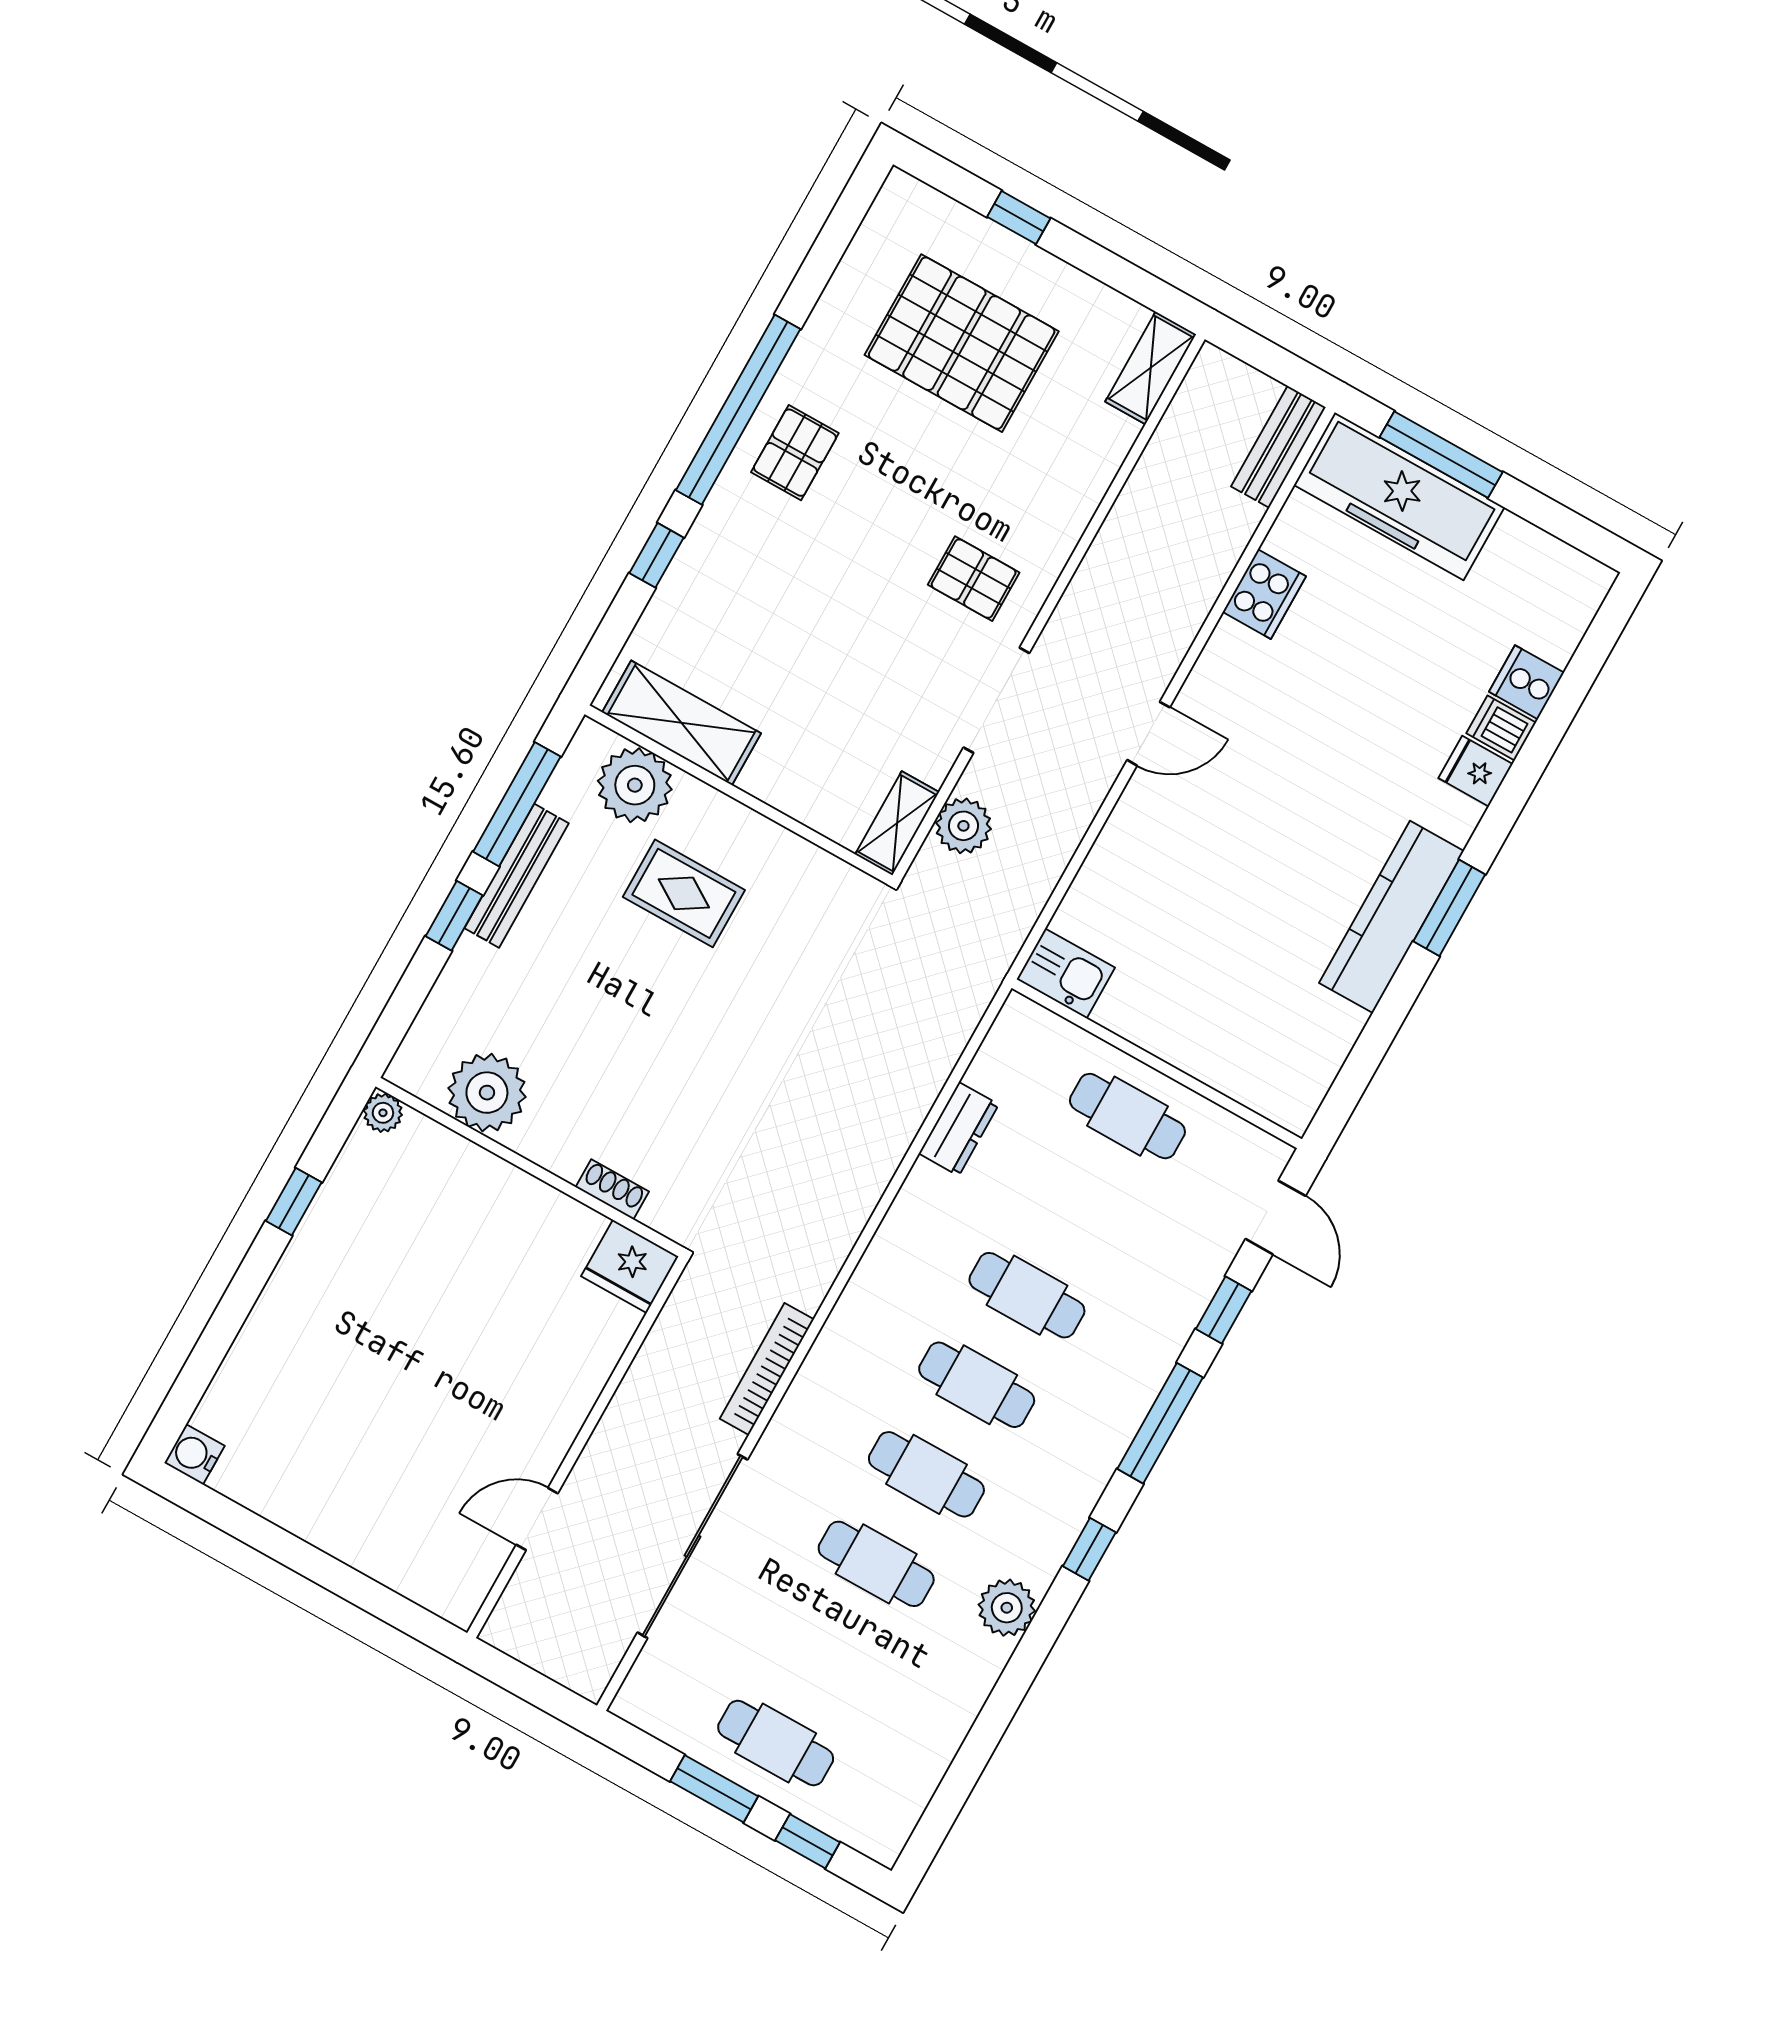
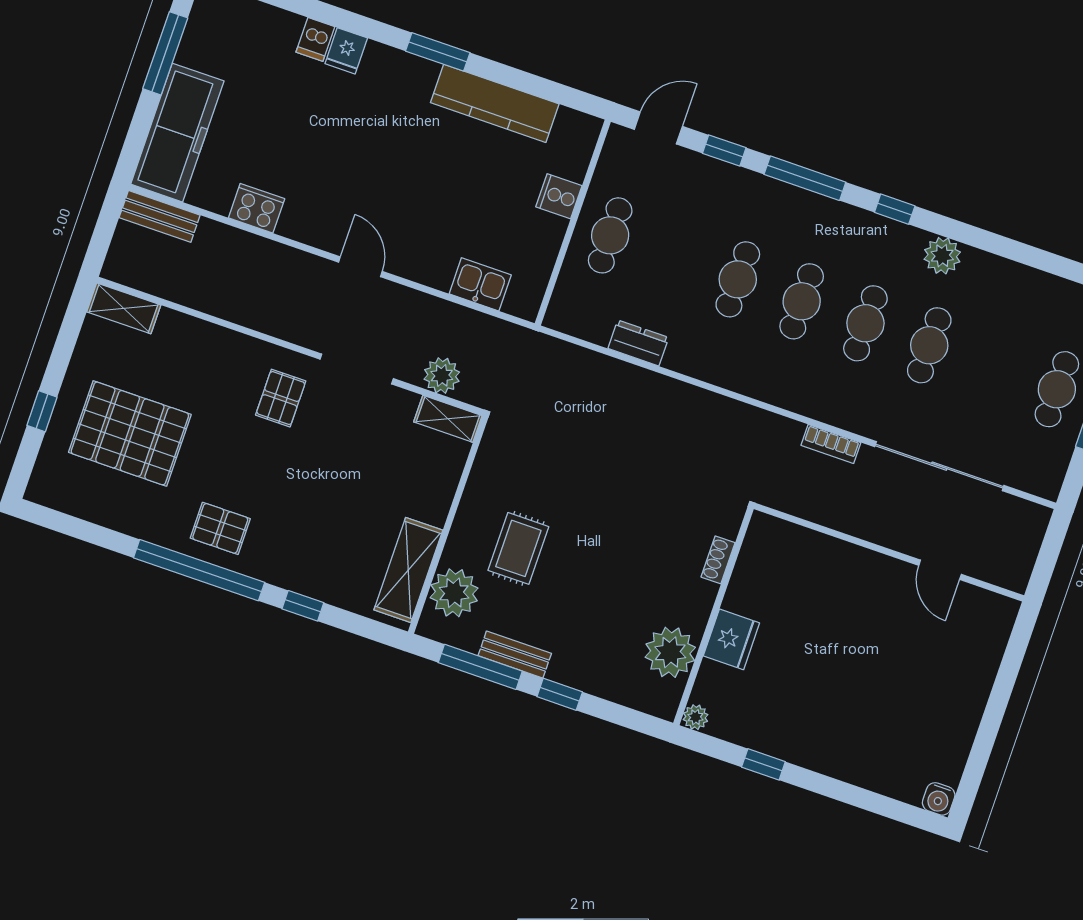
pallet: (962, 343) -> (130, 433), turned 90
window: (1441, 455) -> (165, 53), moved
cooker: (1526, 682) -> (559, 196), moved, turned 90
bench: (517, 876) -> (515, 655), width x0.73
kitchen counter: (1391, 917) -> (495, 103), moved
kitchen sink: (1066, 973) -> (480, 284), moved, turned 90
fridge: (630, 1266) -> (731, 639), moved
bookcase: (767, 1369) -> (831, 444), width x0.64

